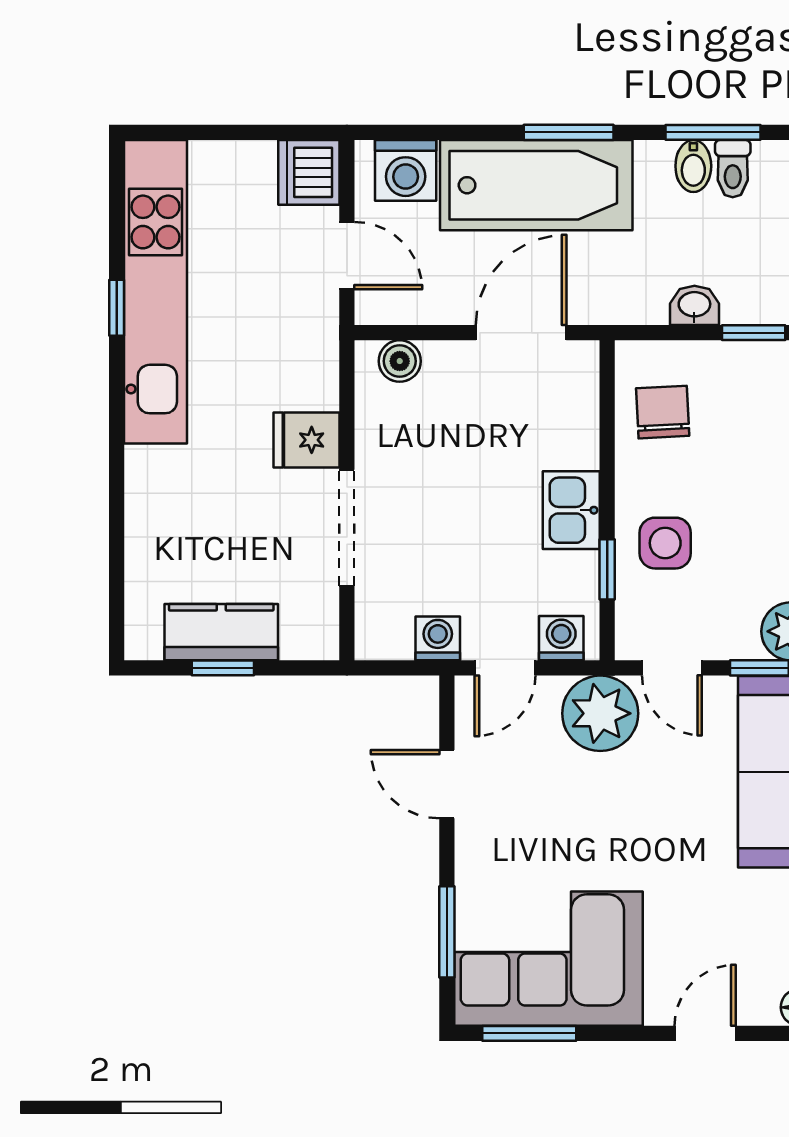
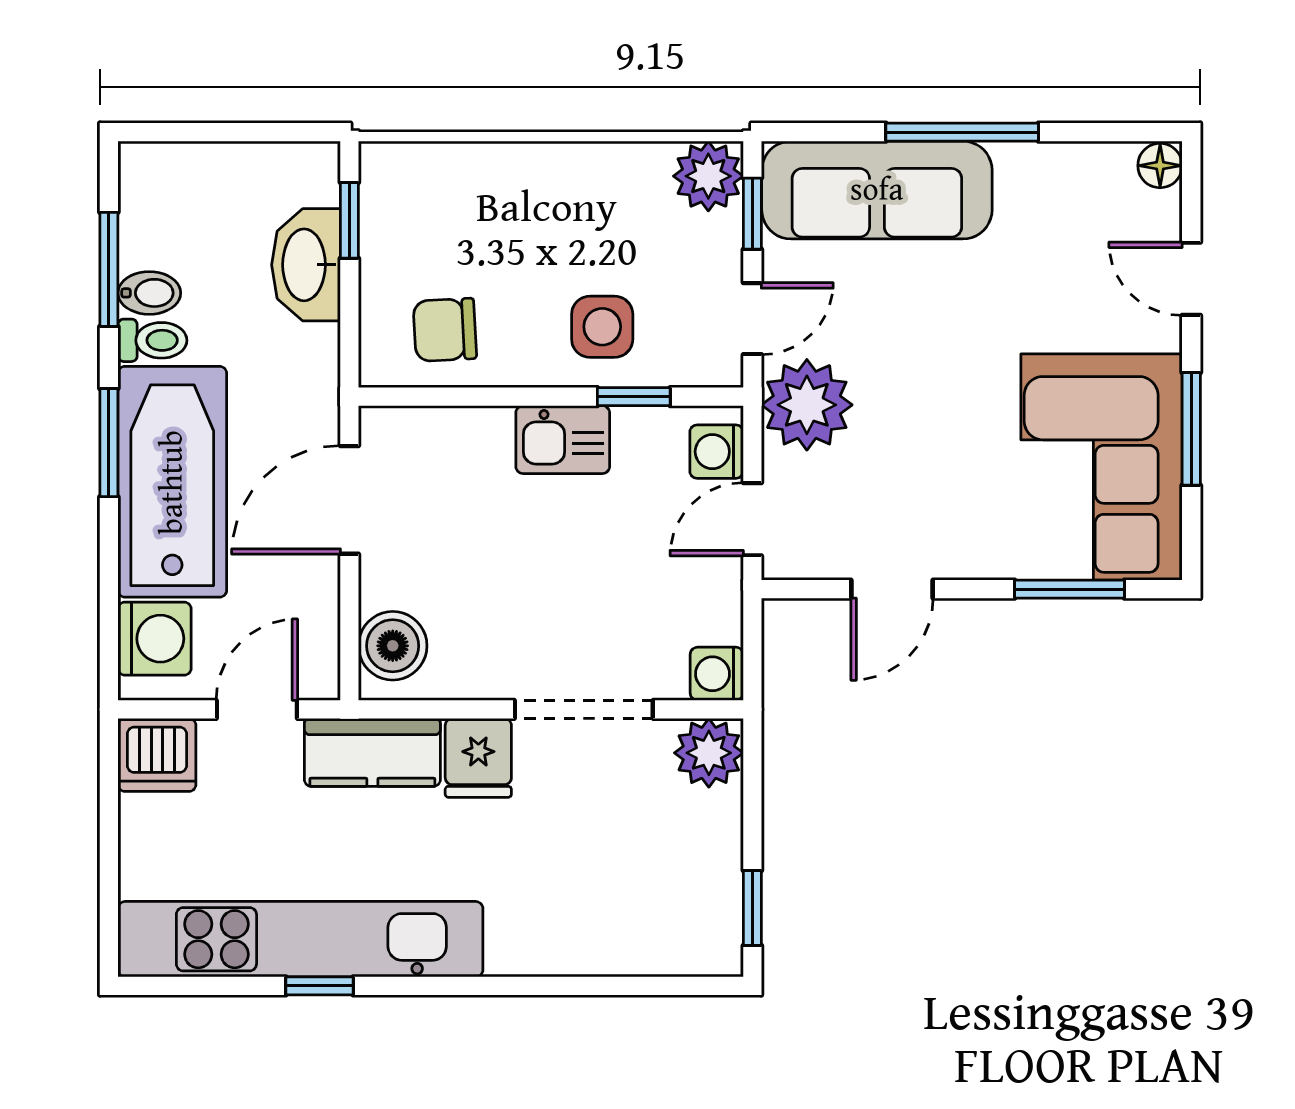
toilet: (733, 169) -> (152, 340), moved
washbasin: (694, 305) -> (306, 265), width x1.91, depth x1.45
door: (521, 333) -> (349, 500), hinge flipped
boiler: (400, 361) -> (393, 646), width x1.36, depth x1.36
kitchen counter: (221, 632) -> (372, 752), moved, turned -90
plant: (311, 632) -> (709, 753), added
washing machine: (438, 638) -> (717, 674), moved
window: (223, 668) -> (752, 908), moved
door: (505, 668) -> (752, 519), swing flipped
window: (529, 1033) -> (1191, 429), moved

